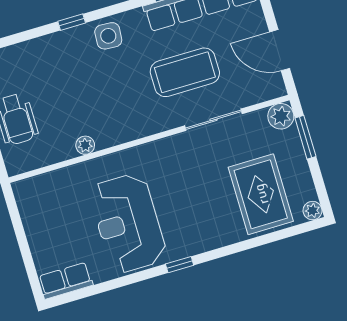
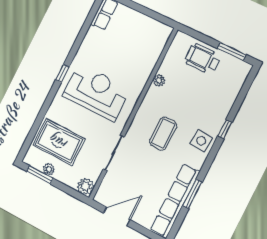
coffee table: (185, 72) -> (163, 134), moved, width x0.73, depth x0.76
window: (305, 137) -> (40, 175), moved
plant: (312, 211) -> (49, 169), moved
reception desk: (128, 223) -> (96, 92), moved

